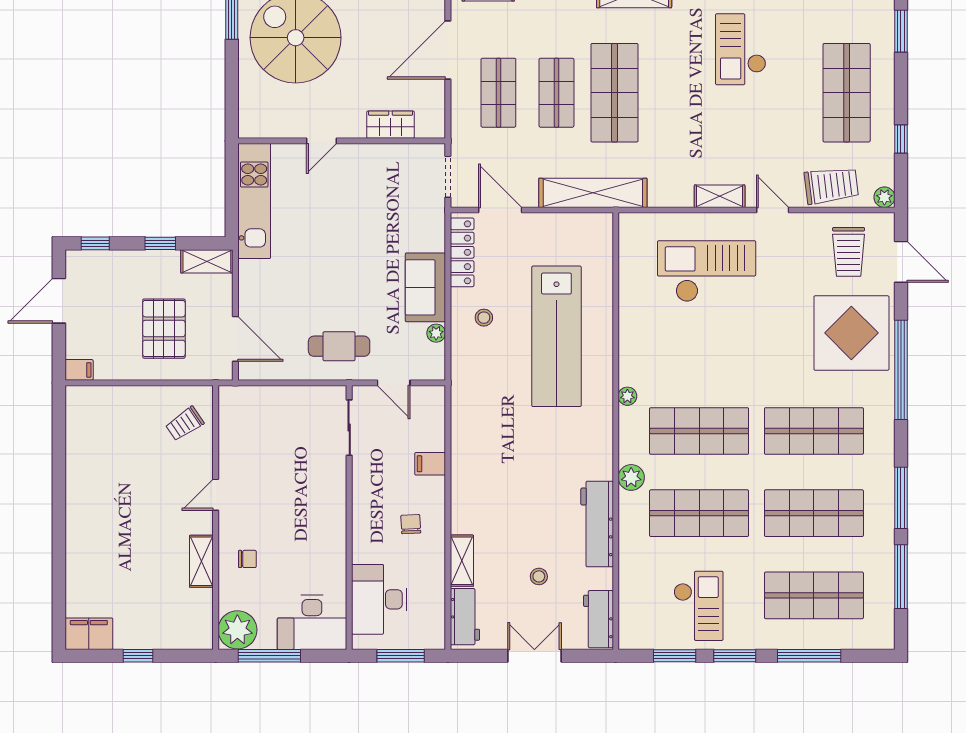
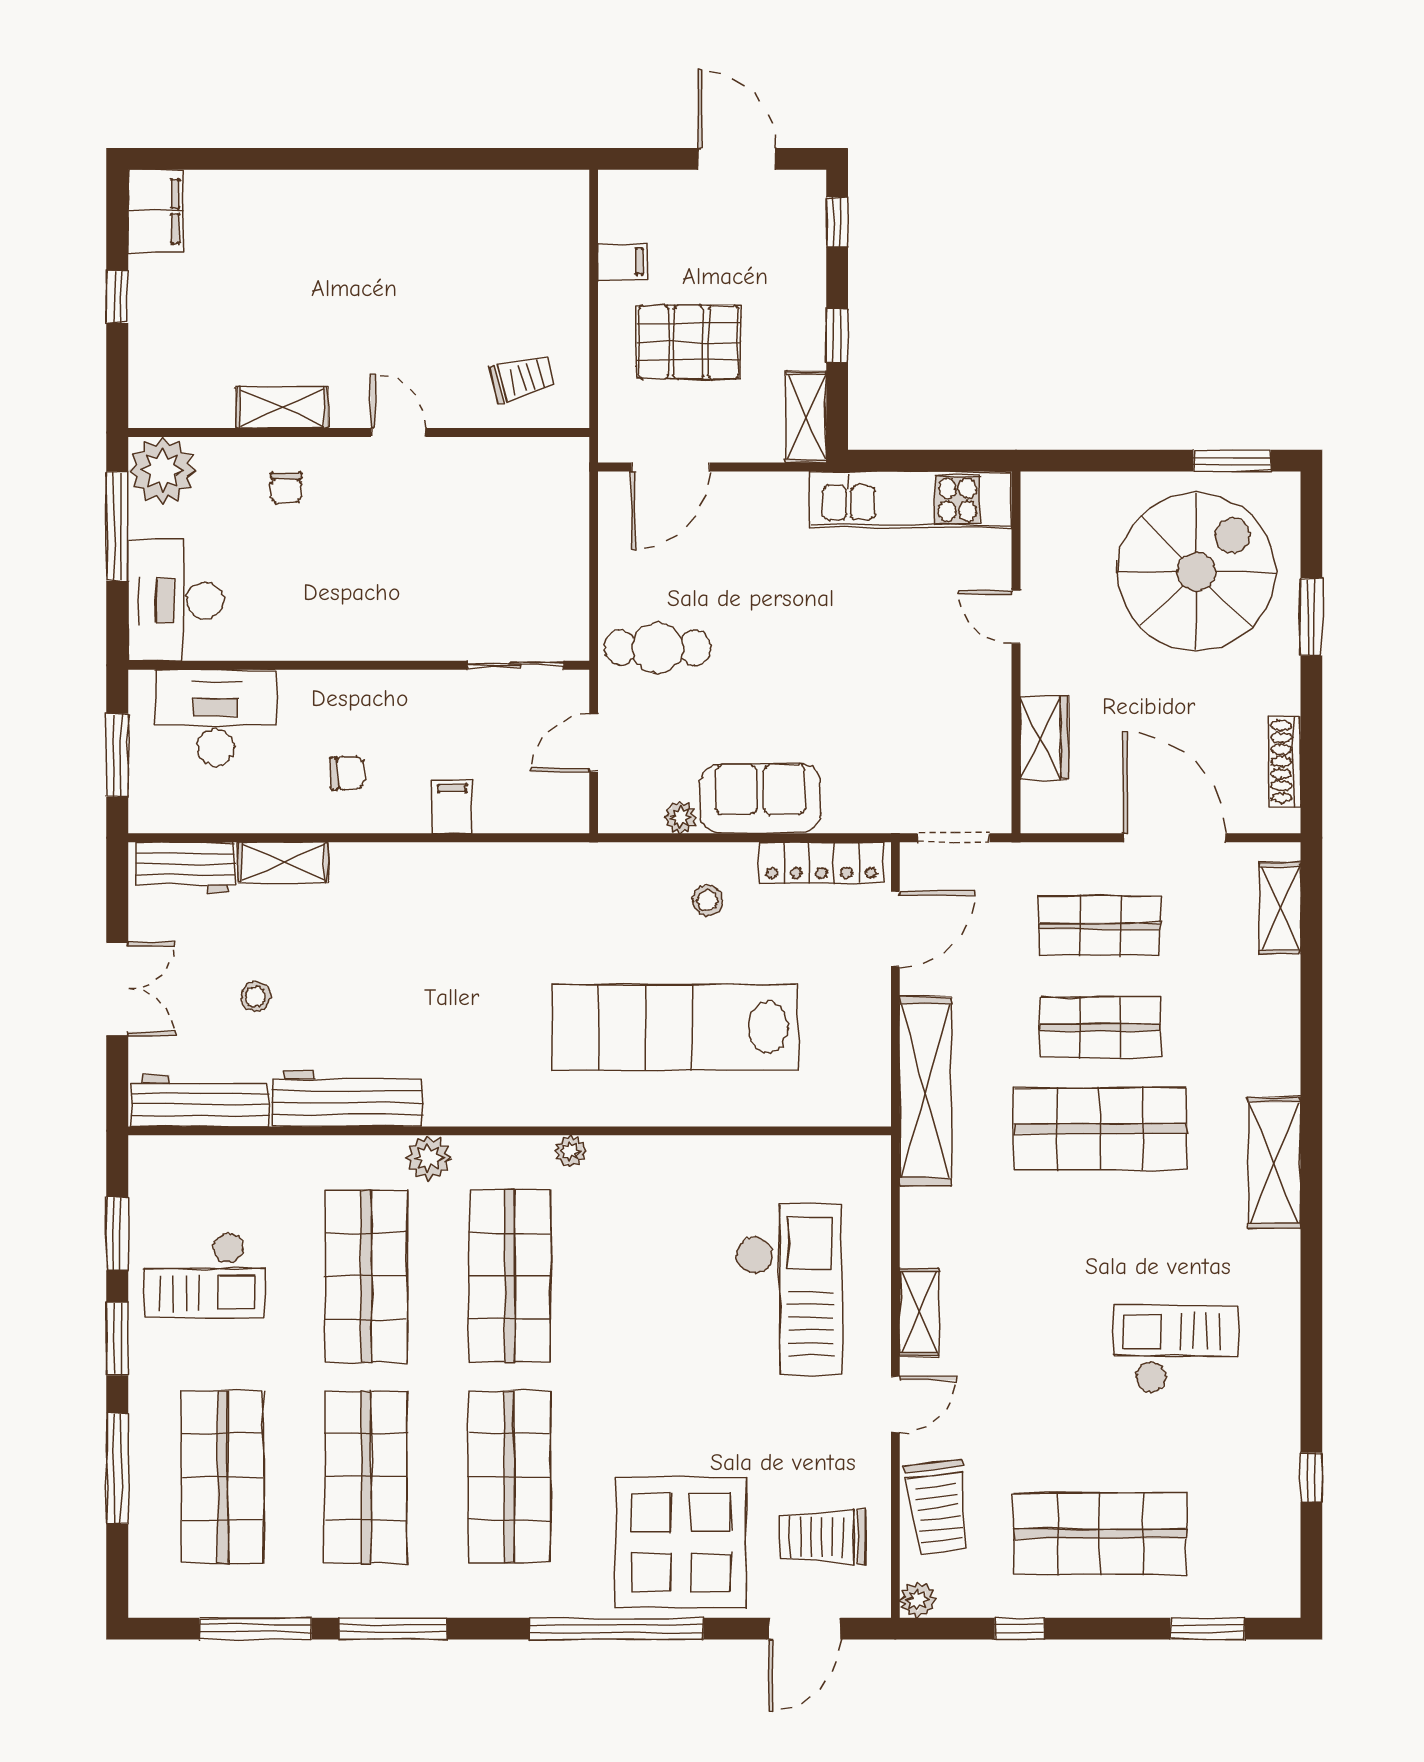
cafe table: (339, 346) -> (658, 648), turned 90
filing cabinet: (79, 370) -> (622, 261), moved, turned -90
trolley: (185, 424) -> (522, 378), turned 110
workbench: (598, 619) -> (200, 1101), width x1.37

